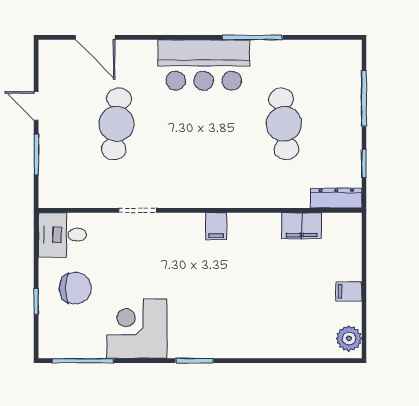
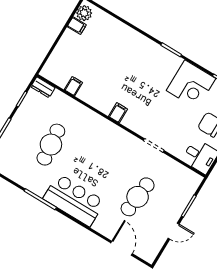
door: (36, 106) -> (174, 231), hinge flipped
dresser: (336, 198) -> (43, 87), width x0.70
filing cabinet: (302, 226) -> (73, 86), width x0.50
filing cabinet: (349, 291) -> (77, 26), moved

